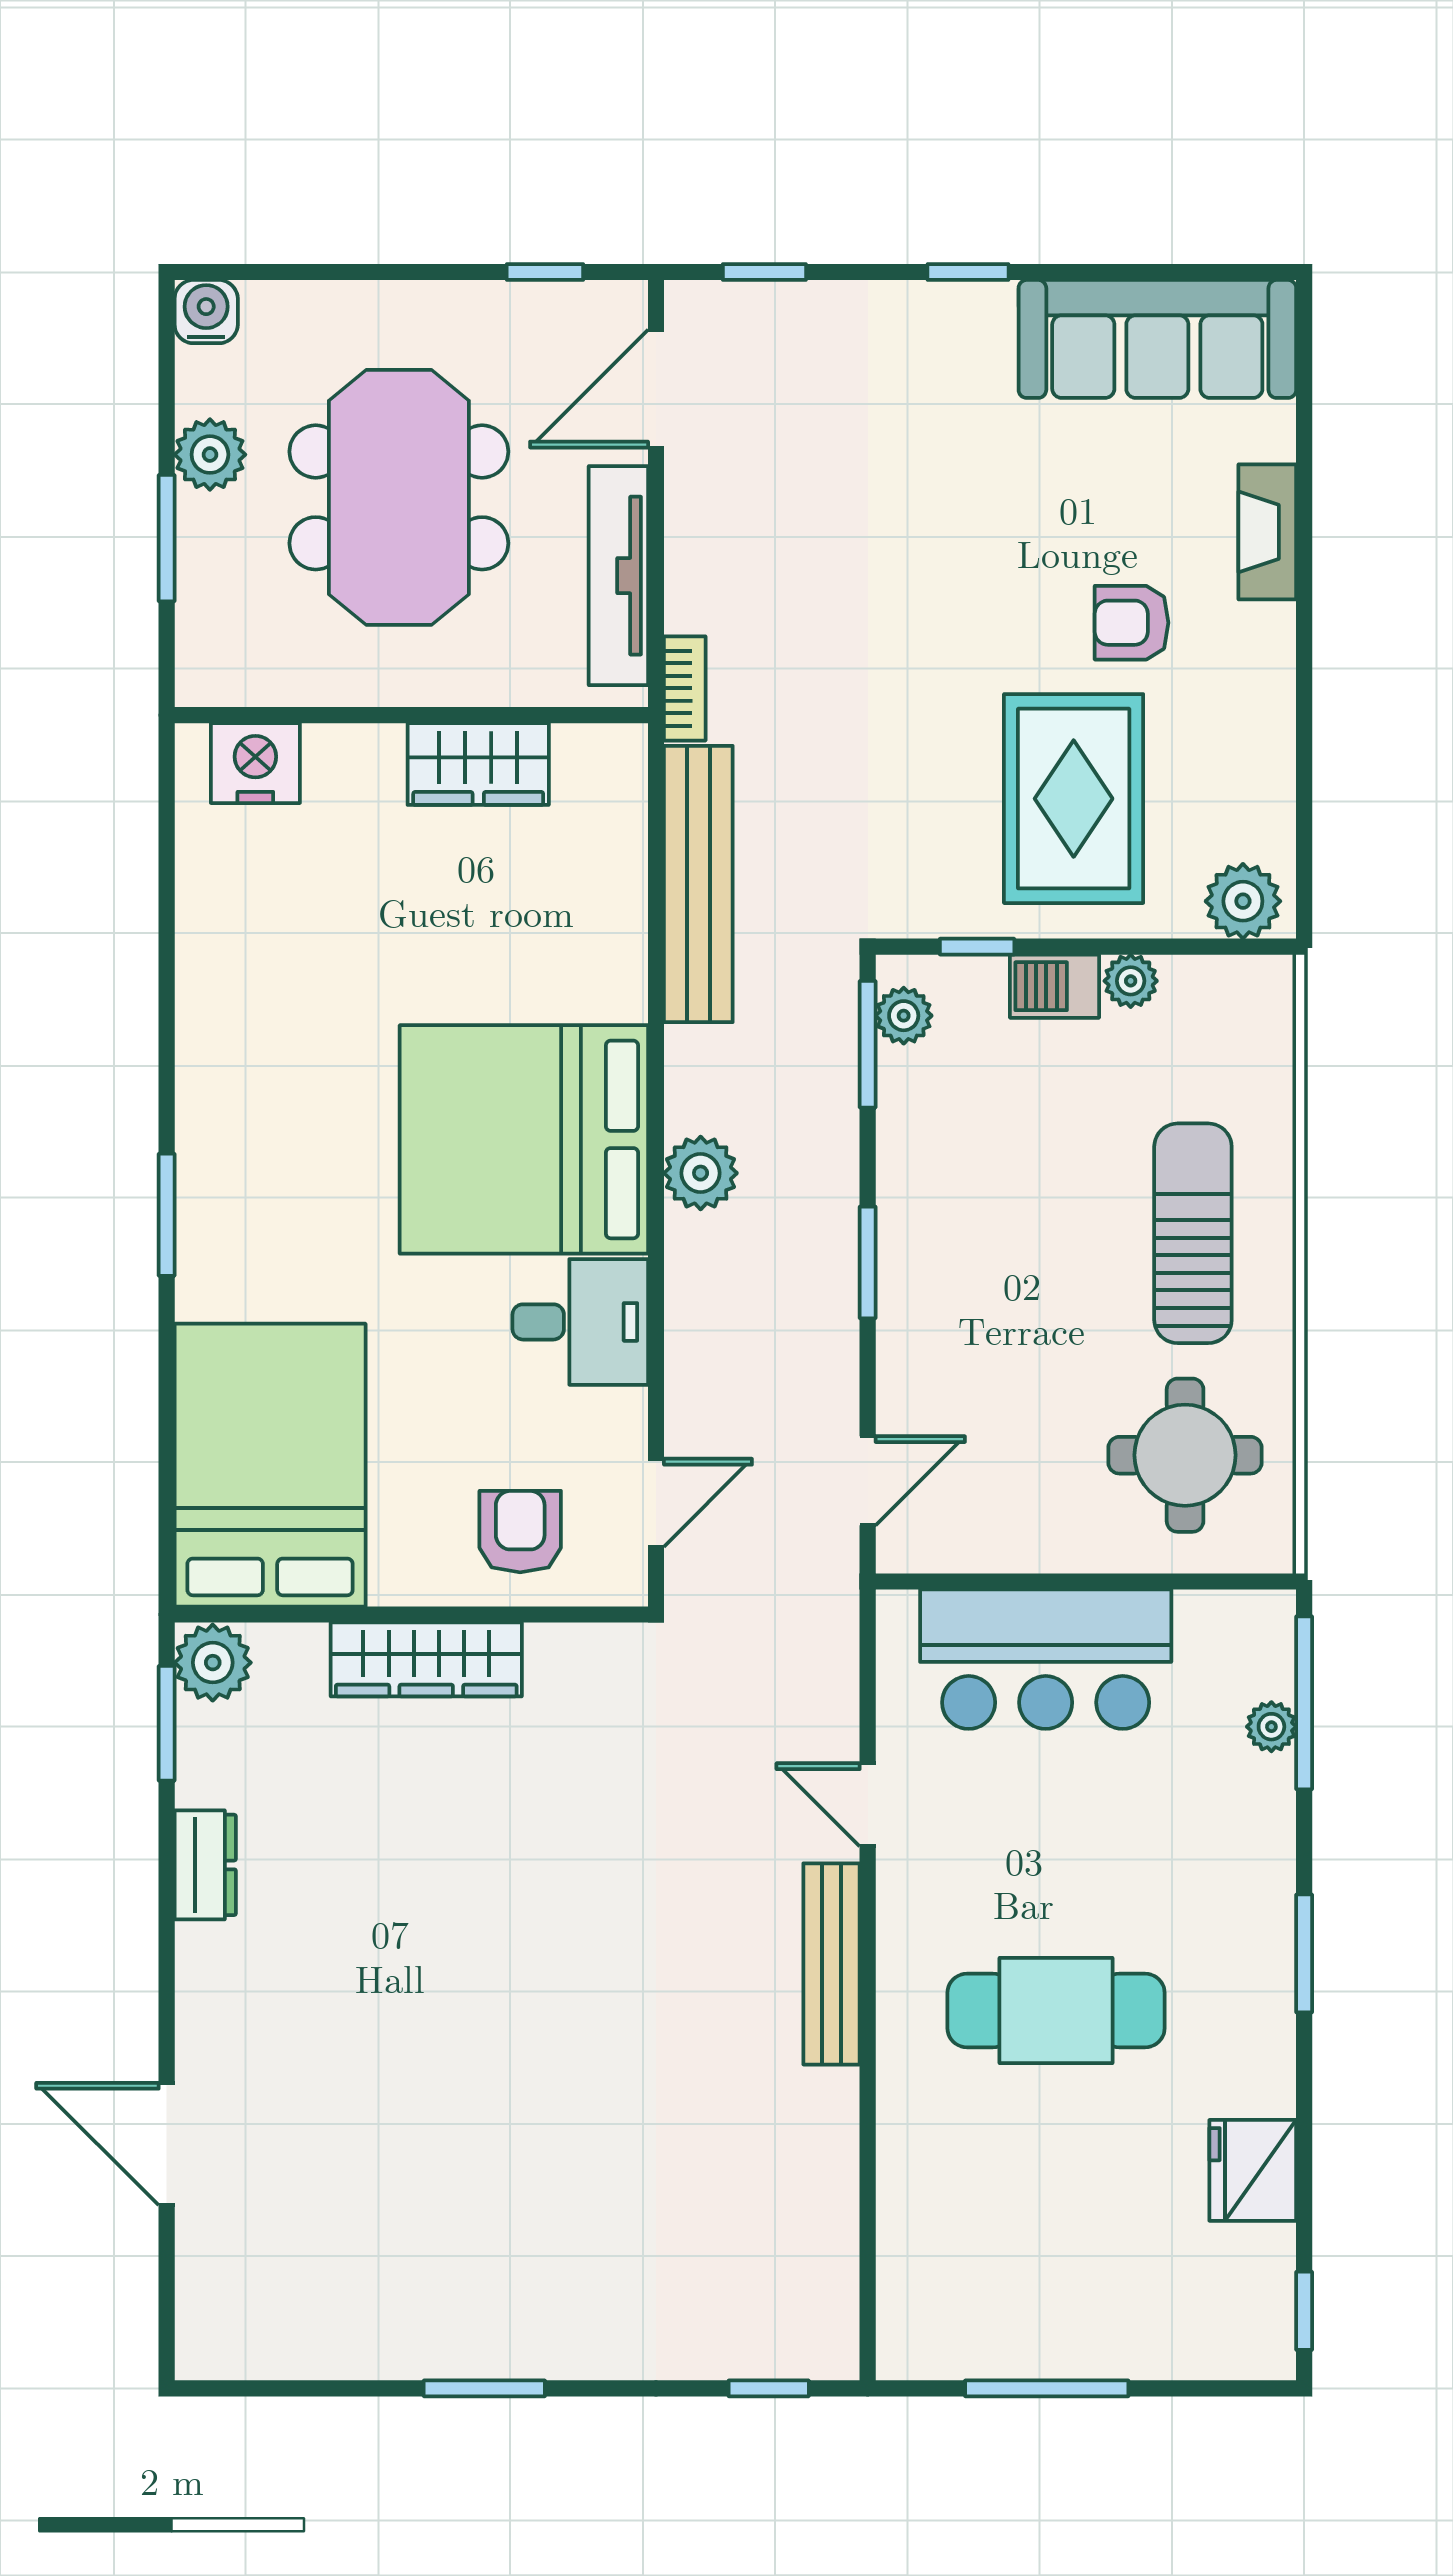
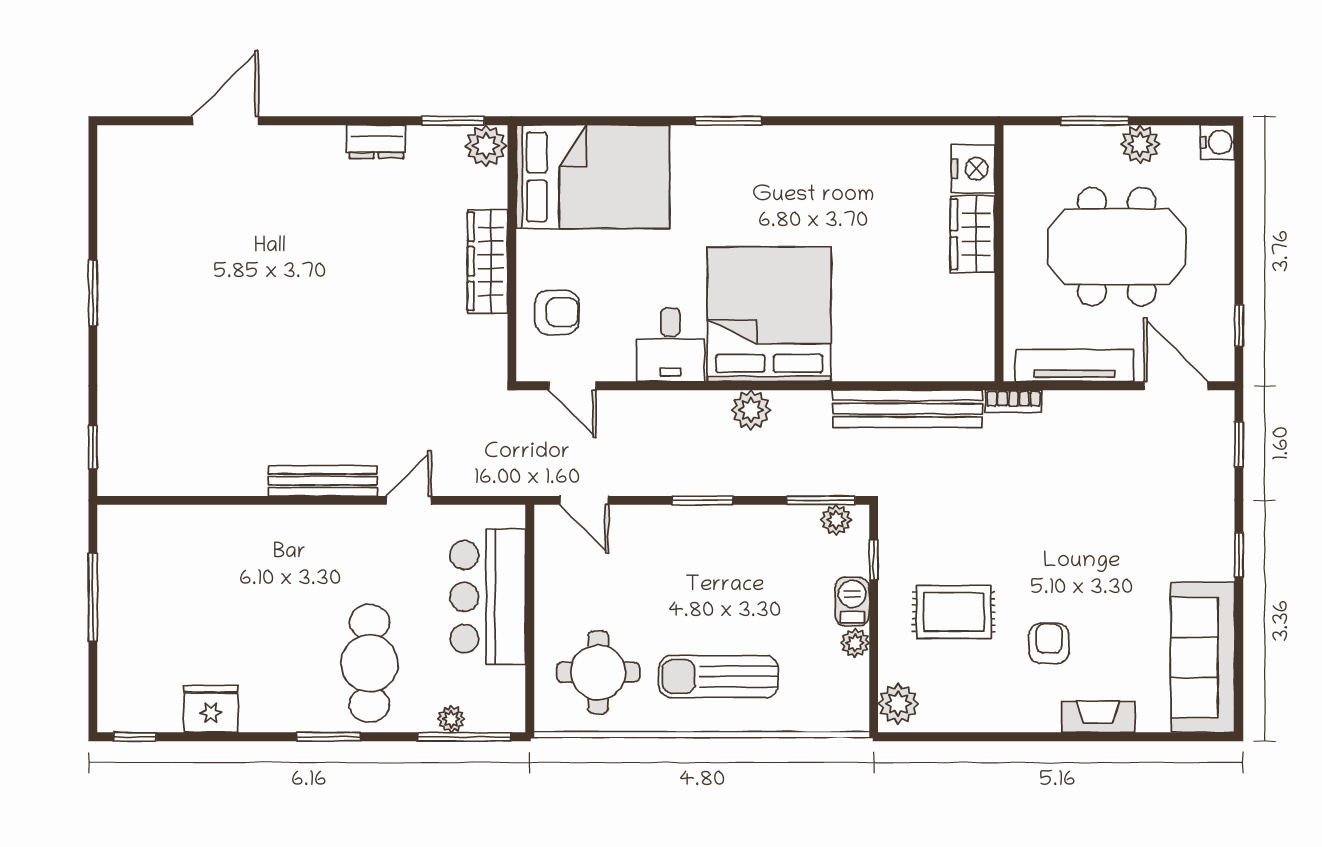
wardrobe: (478, 764) -> (972, 234), moved
rug: (1074, 799) -> (954, 612), width x0.73, depth x0.70
sun lounger: (1193, 1233) -> (718, 677), turned 180
cafe table: (1056, 2011) -> (369, 663), moved

